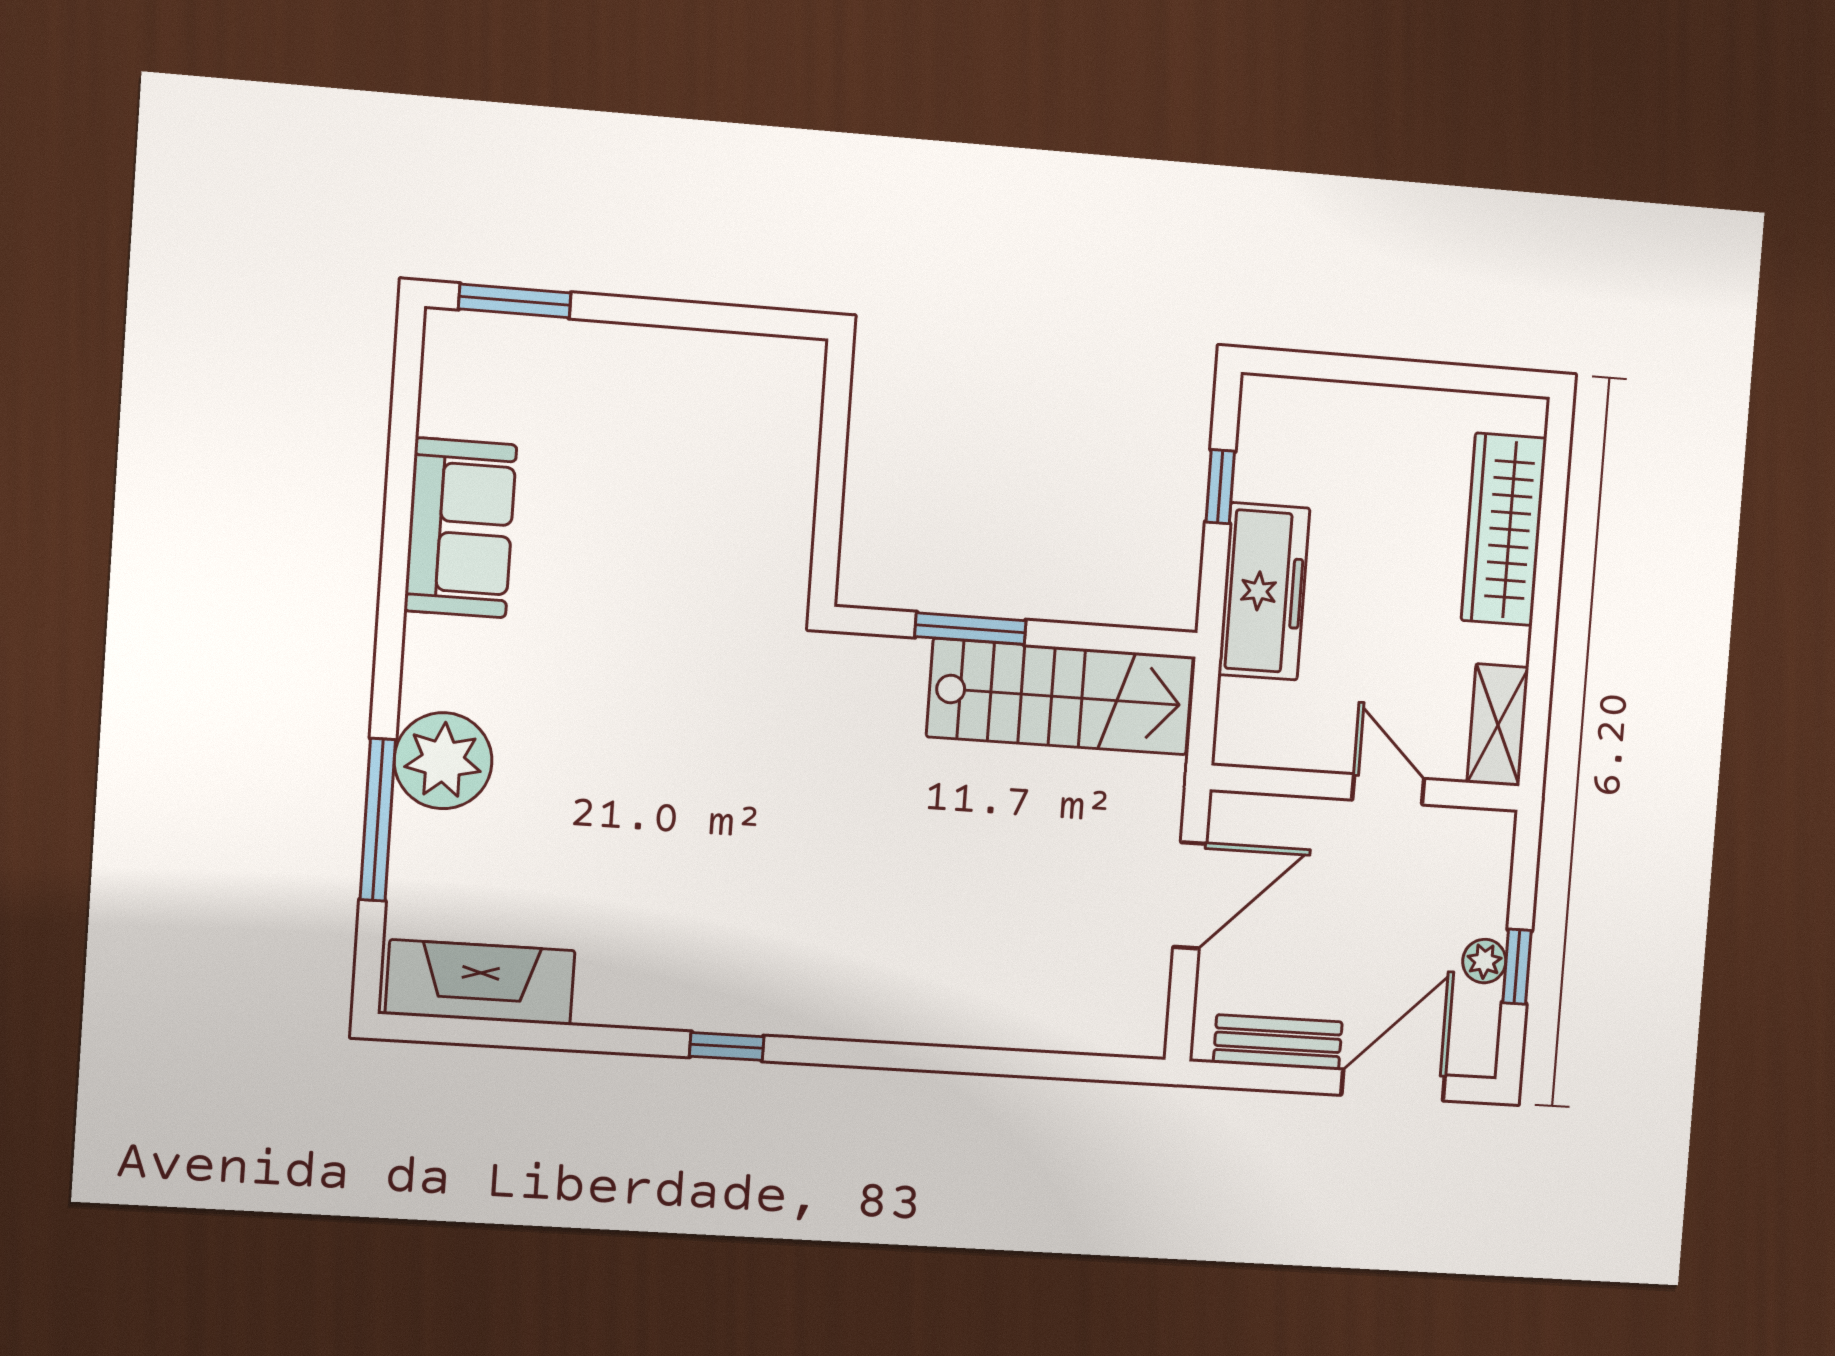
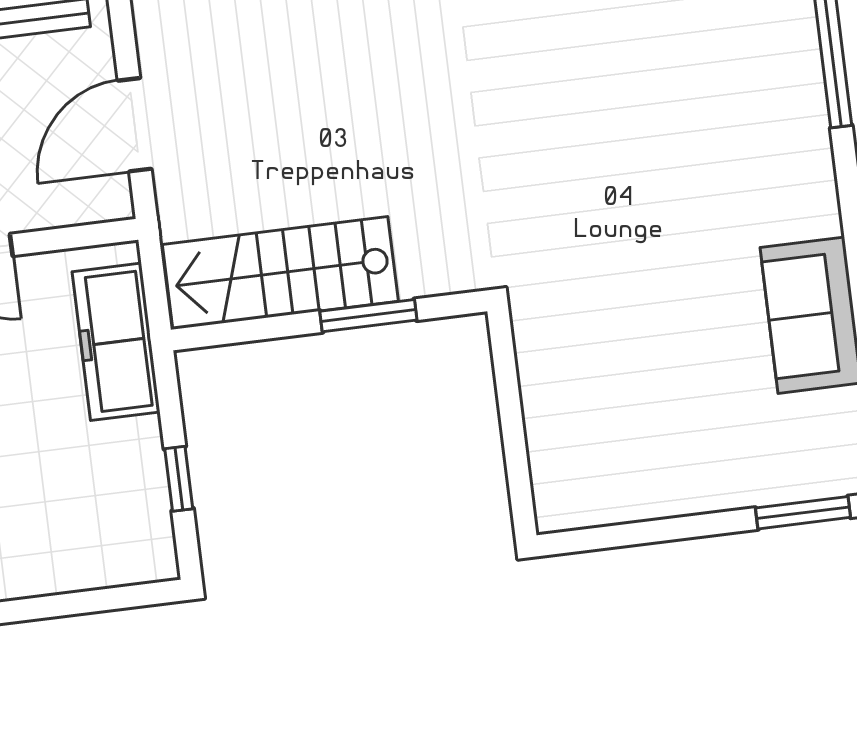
freezer: (1264, 591) -> (116, 342), moved
plant: (443, 761) -> (788, 118), removed

